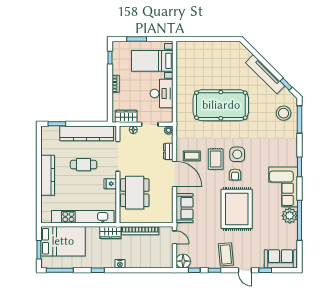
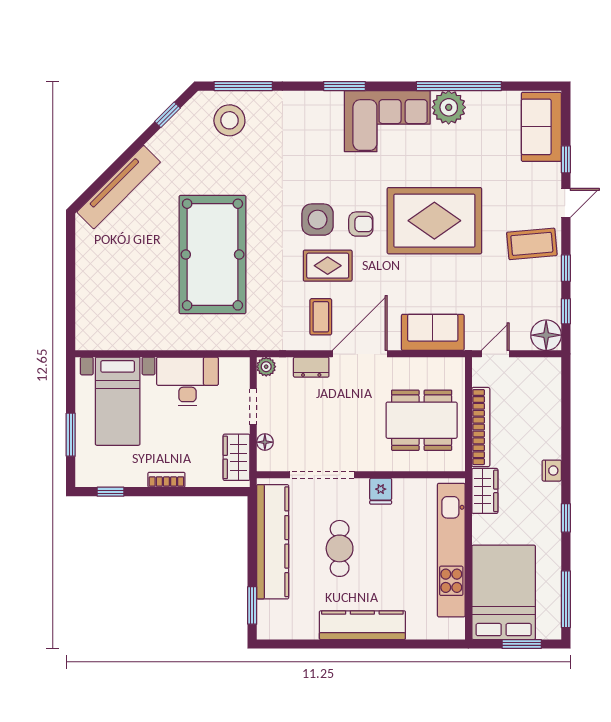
tv unit: (265, 74) -> (119, 187), moved
dining table: (135, 193) -> (422, 420), moved

